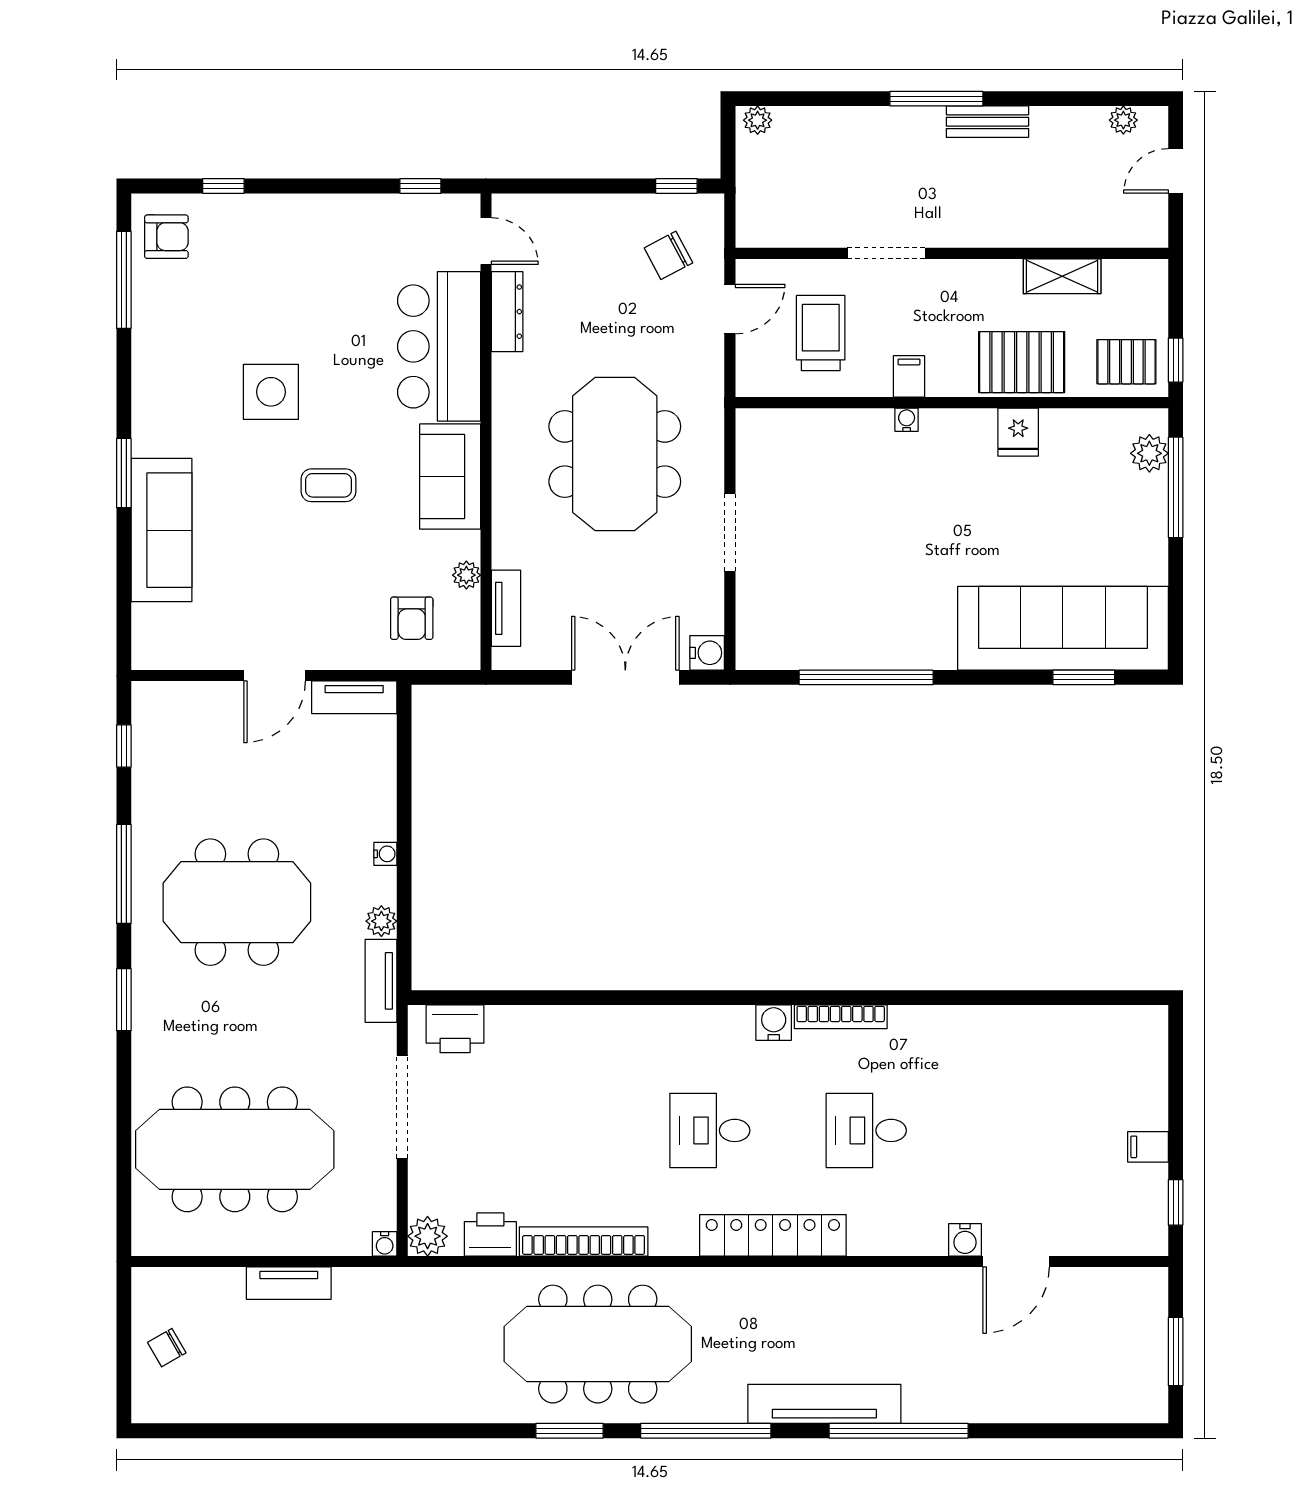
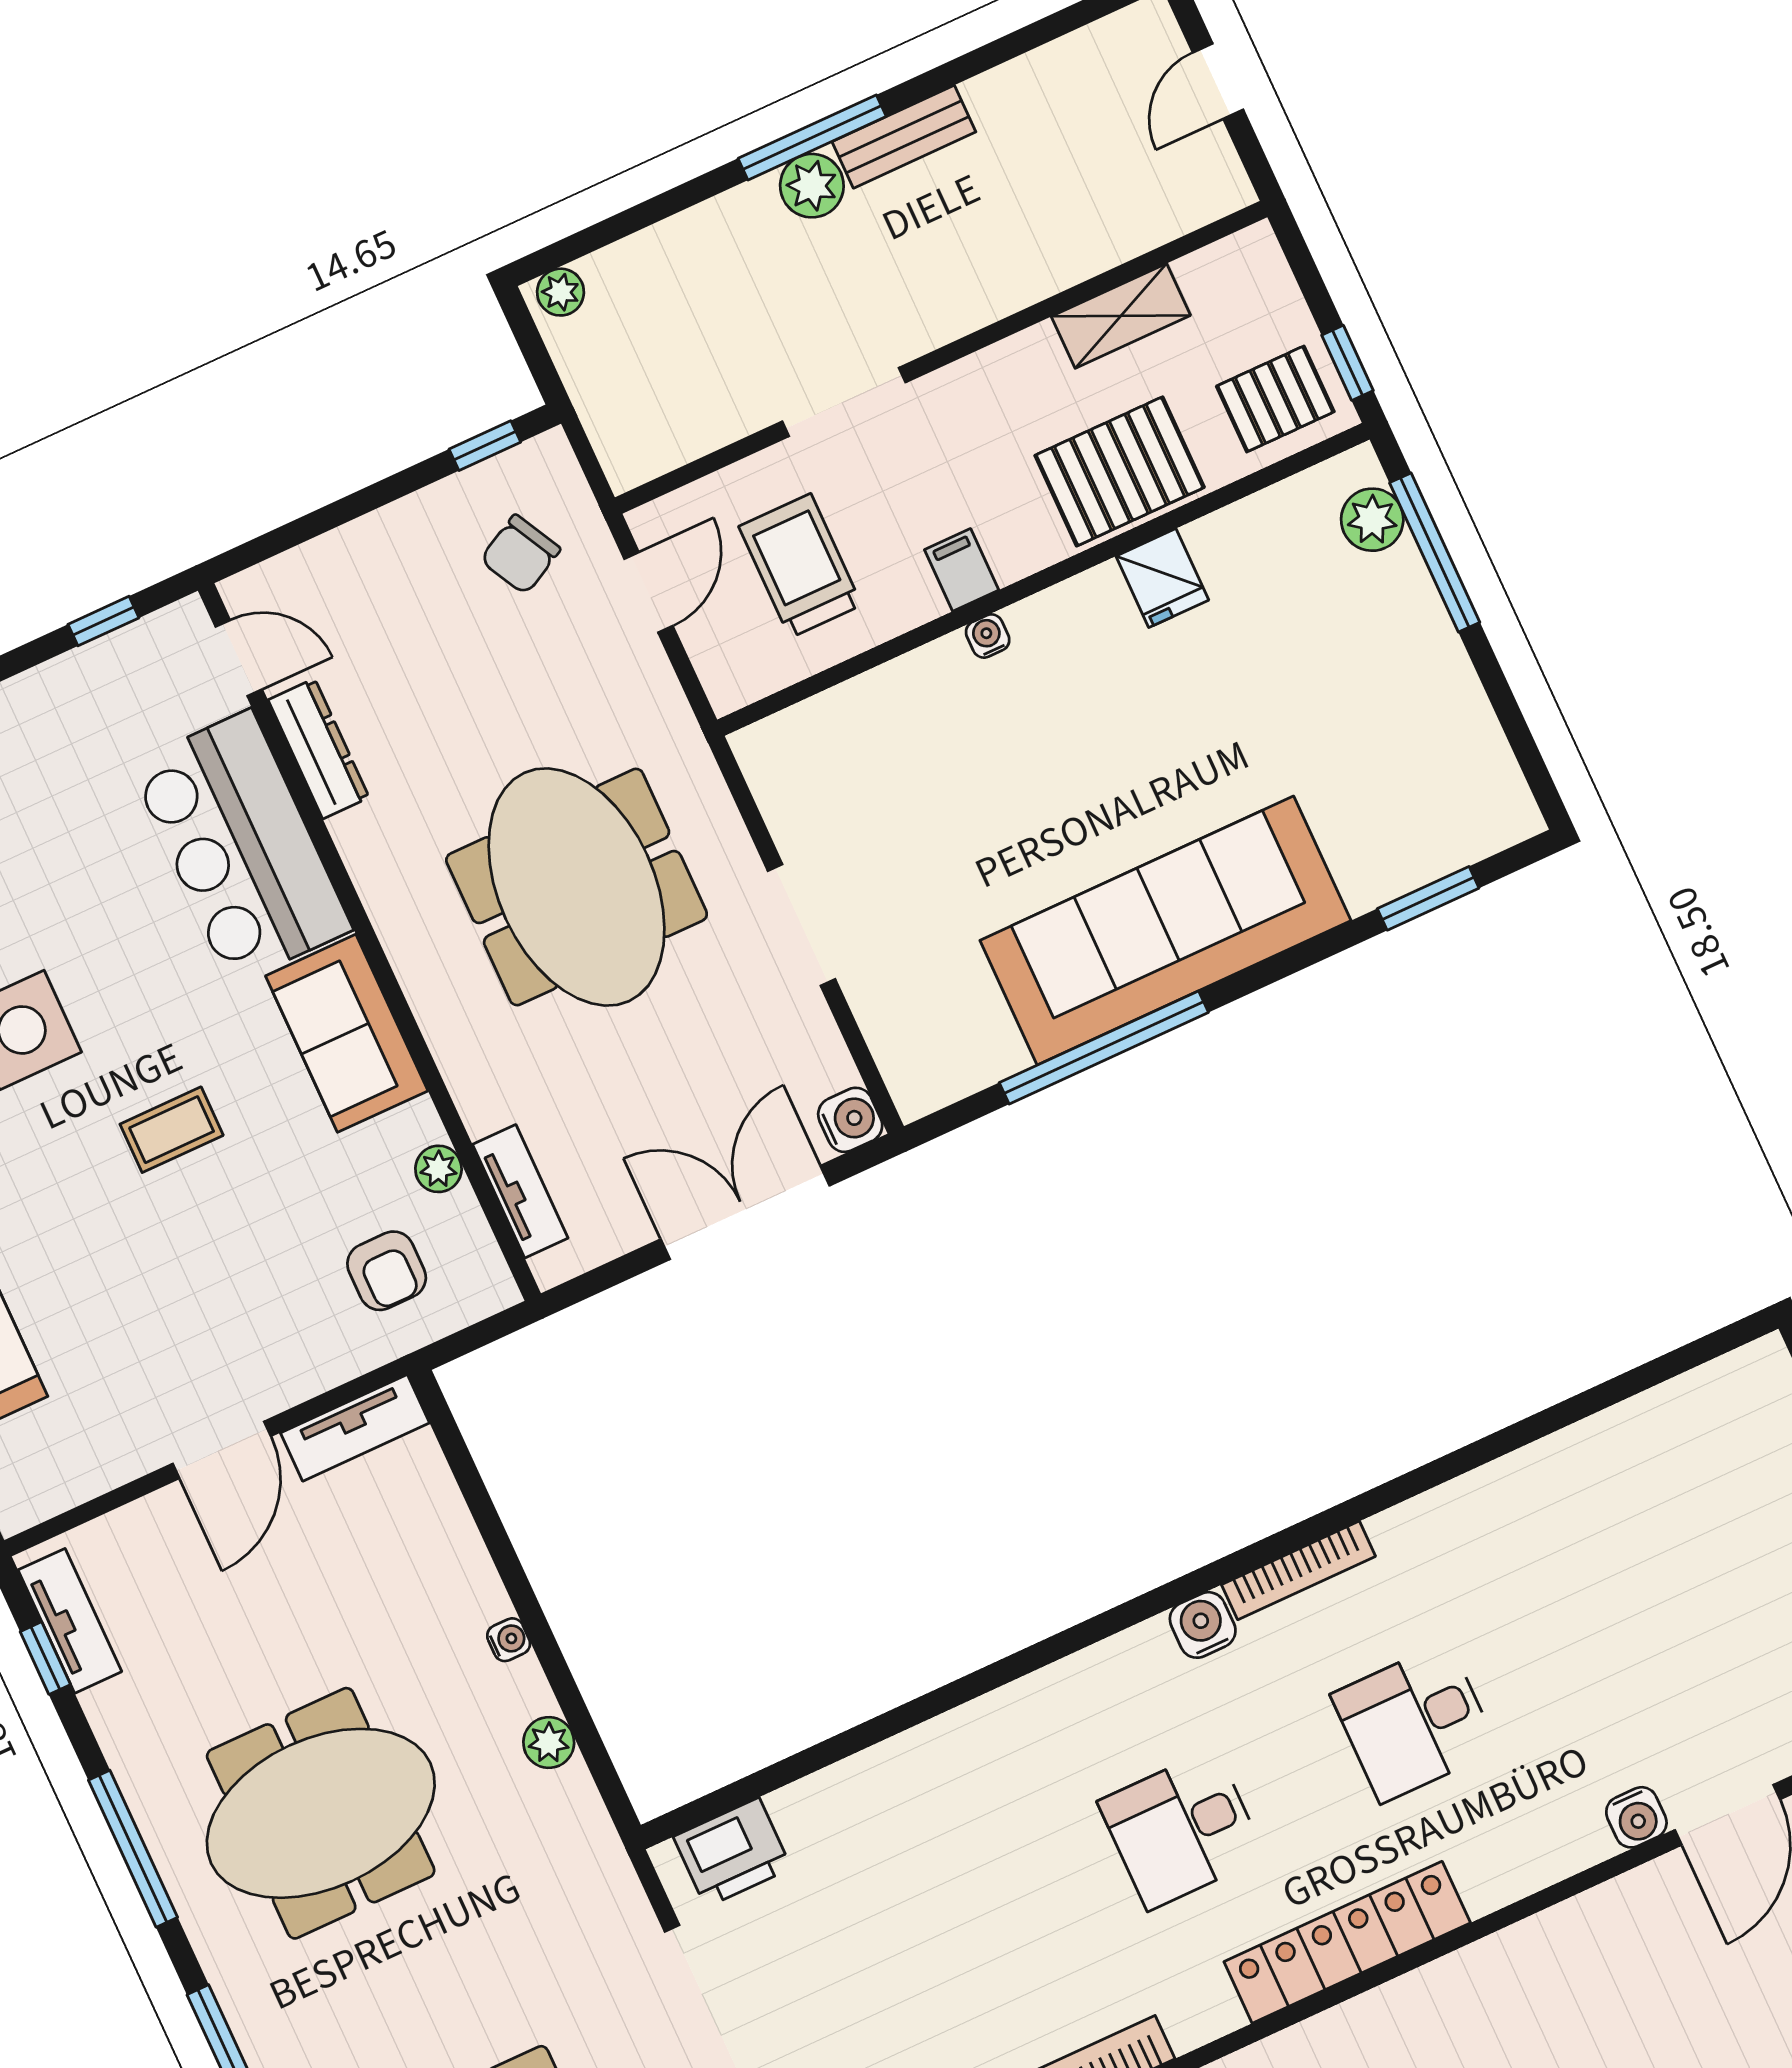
plant: (1123, 120) -> (812, 186), moved, width x1.38, depth x1.38
sofa: (1063, 628) -> (1165, 930), moved
tv unit: (381, 981) -> (70, 1621), moved, turned 180

